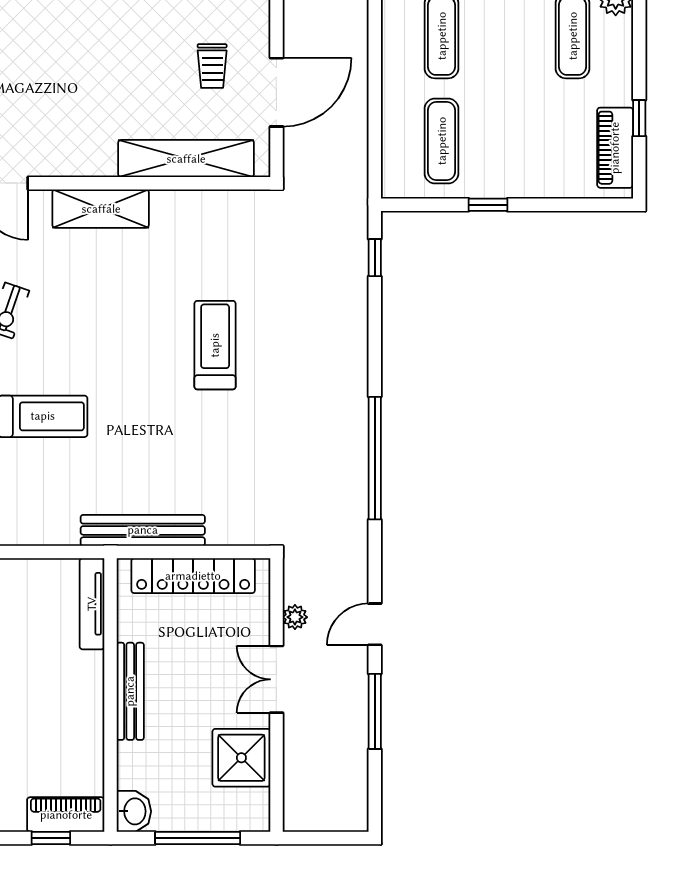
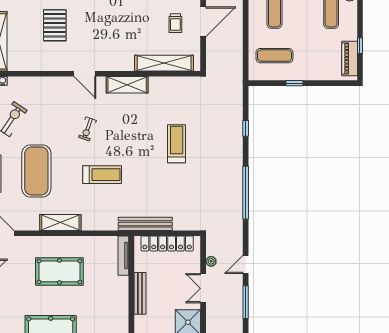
door: (276, 92) -> (203, 22), moved
exercise mat: (442, 141) -> (274, 56), turned 90
window: (375, 258) -> (246, 128), moved

